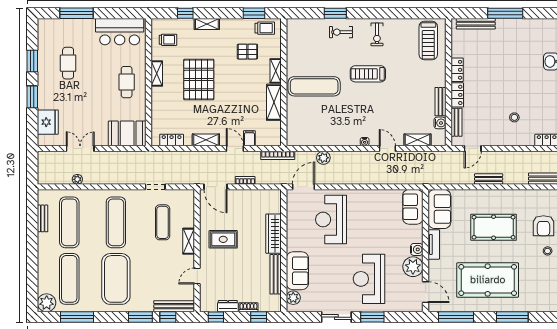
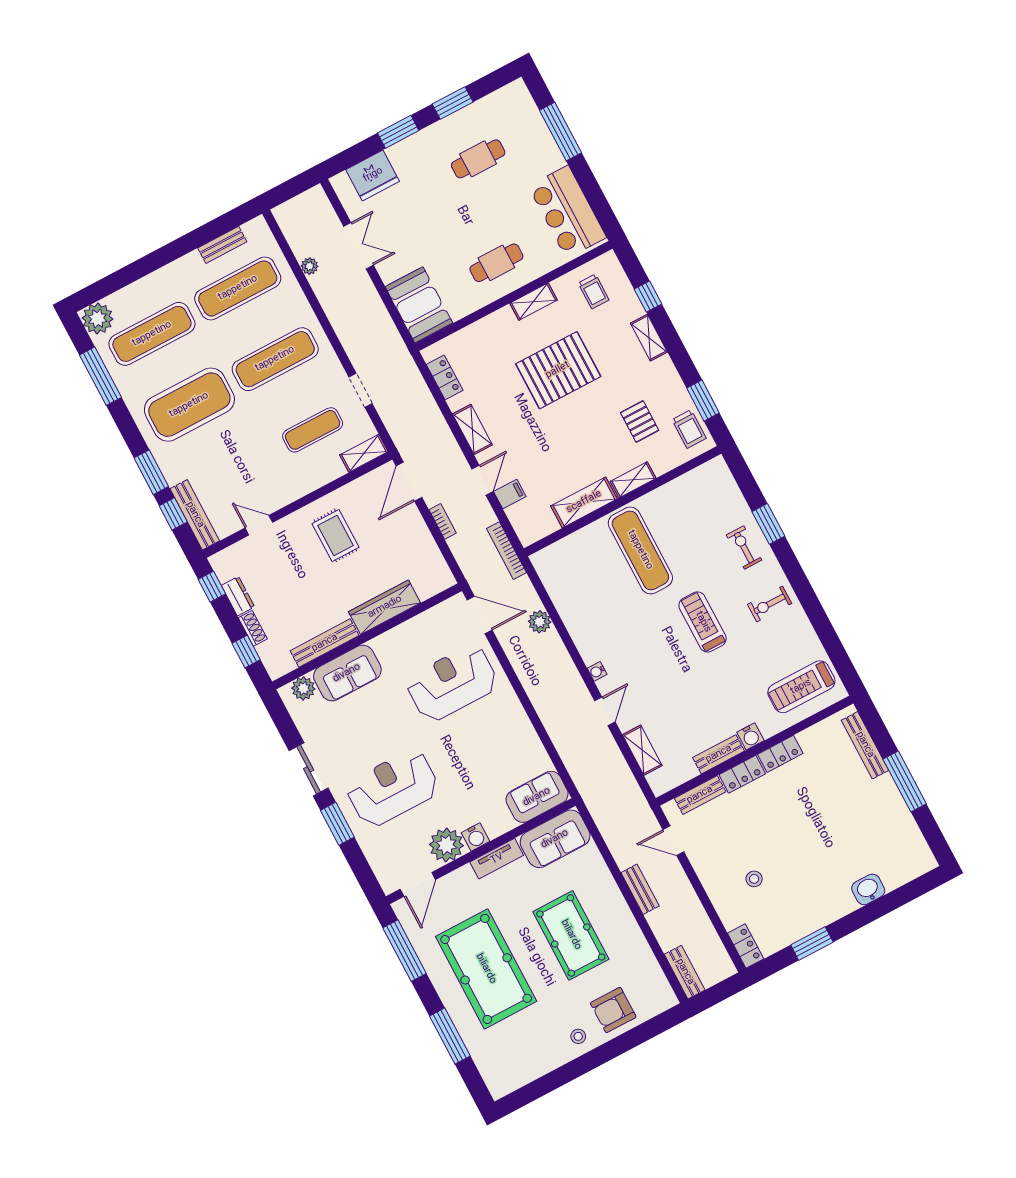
water cooler: (440, 123) -> (750, 736), moved
shelving: (189, 241) -> (364, 453), moved

